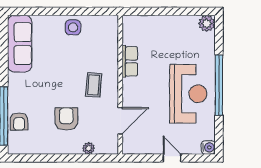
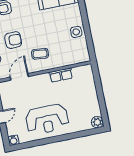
window: (219, 85) -> (57, 139), removed
door: (120, 121) -> (19, 77), swing flipped

